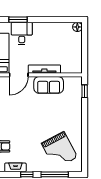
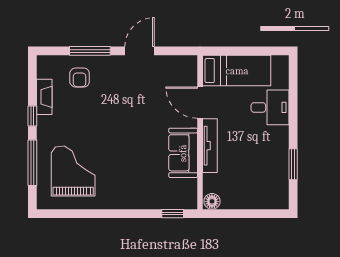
window: (18, 20) -> (293, 164), moved
floor lamp: (77, 27) -> (212, 201), moved
grand piano: (59, 150) -> (73, 171), turned 118

